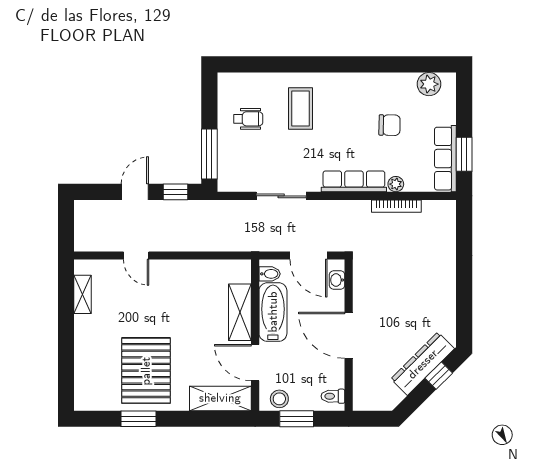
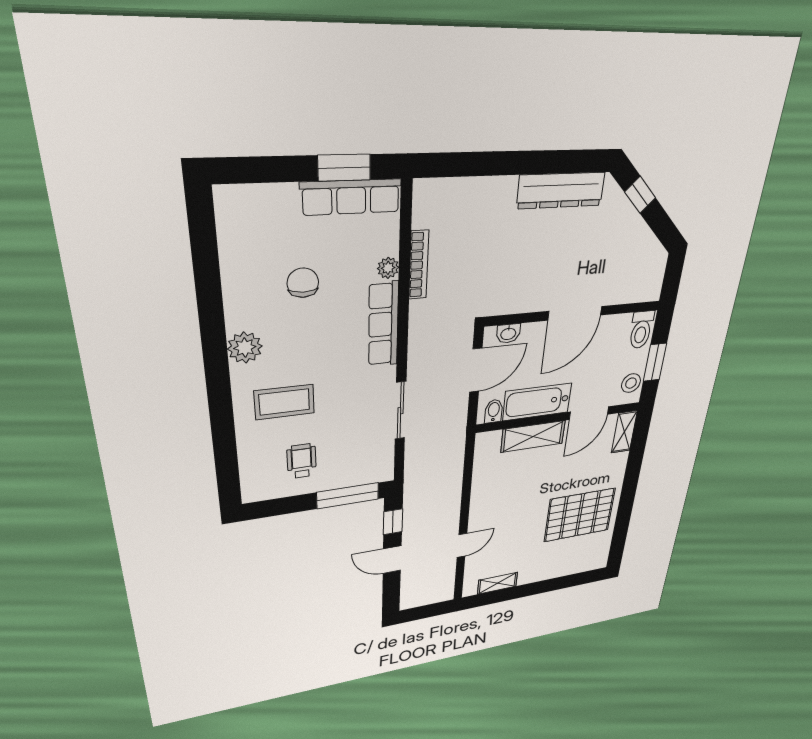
plant: (429, 84) -> (245, 348), moved
dresser: (423, 364) -> (561, 191), moved, turned -45
toilet: (333, 396) -> (641, 330), width x1.37, depth x1.39
shelving: (220, 398) -> (624, 432), width x0.67, depth x0.75
window: (138, 419) -> (624, 513), removed

